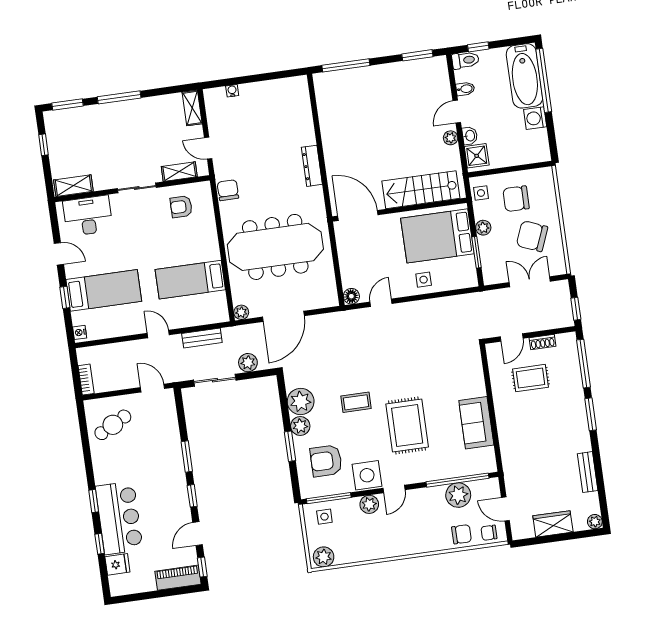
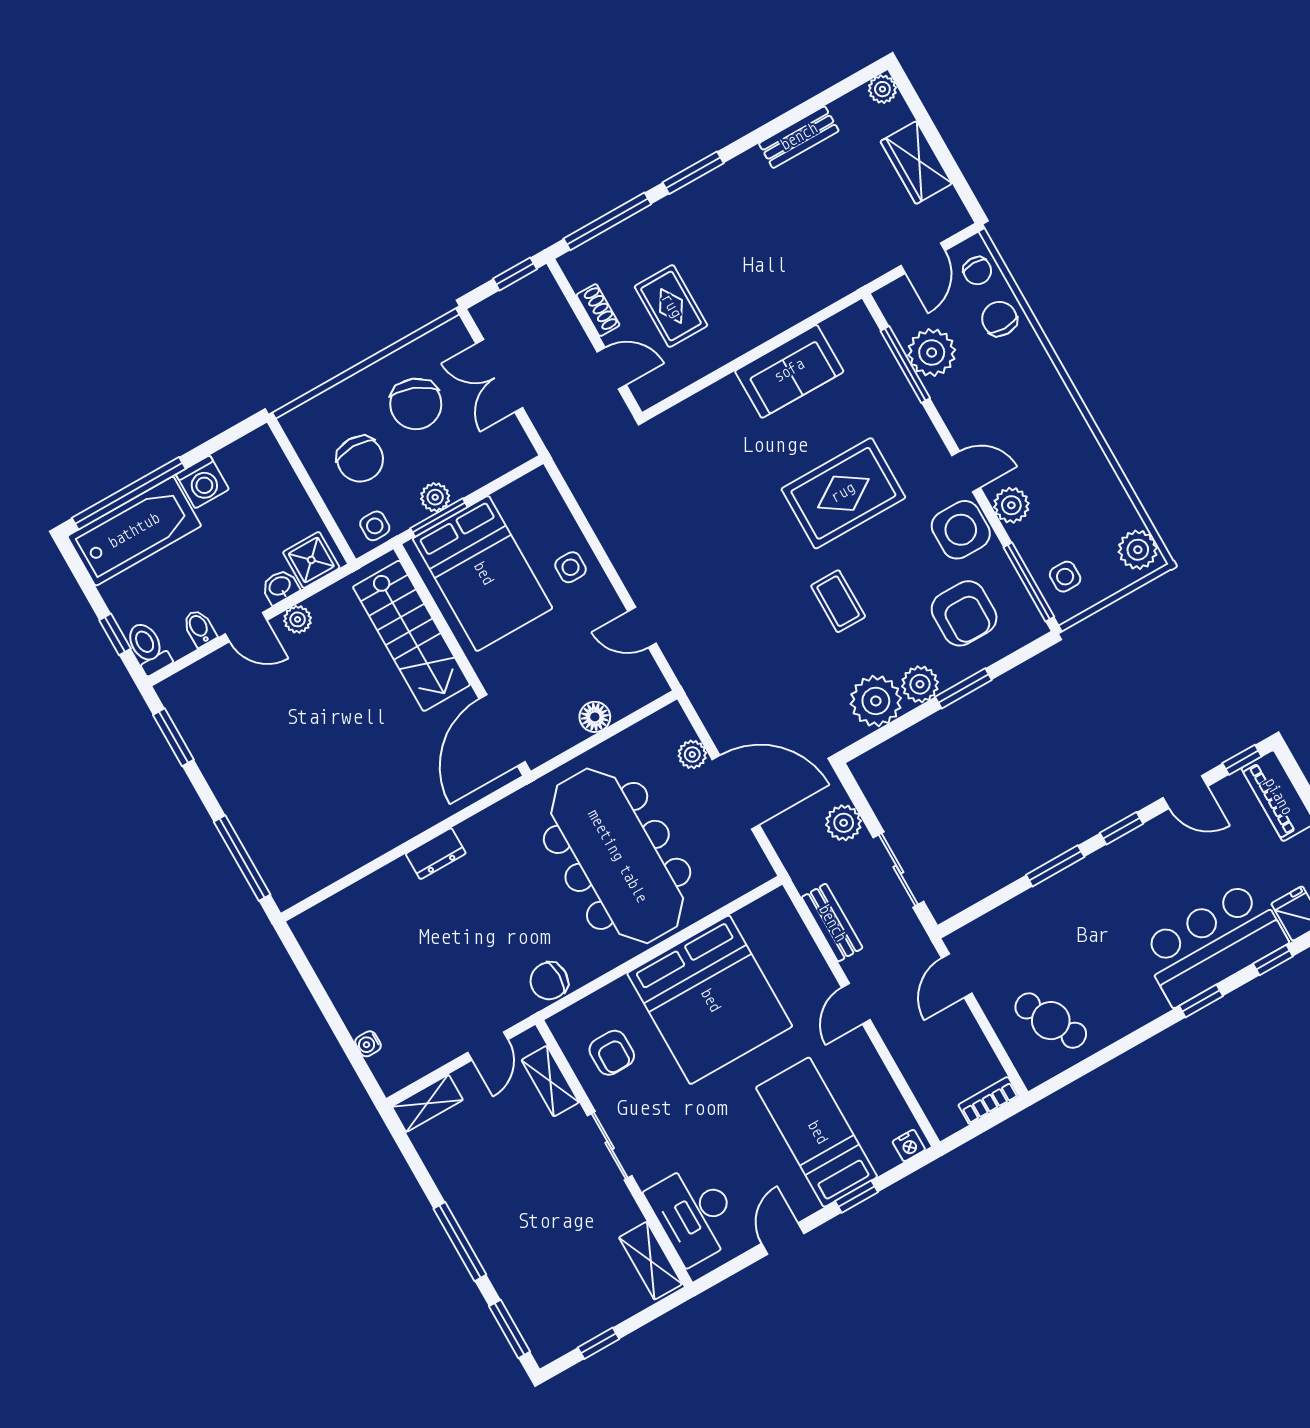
dresser: (312, 166) -> (436, 854), width x0.70
window: (476, 252) -> (439, 518), moved
bed: (190, 280) -> (710, 1000), width x2.04
floor lamp: (351, 296) -> (595, 717), moved
plant: (241, 312) -> (692, 754), moved
window: (457, 480) -> (905, 365), width x0.68

